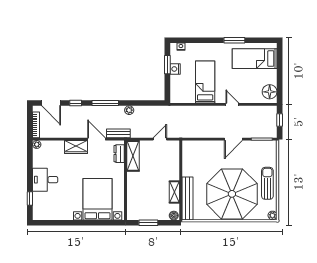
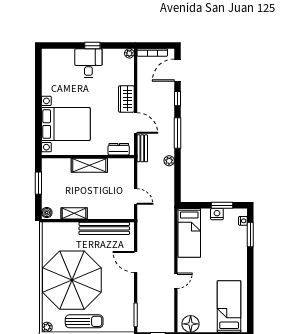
window: (234, 40) -> (250, 234), moved
bed: (205, 82) -> (189, 233), moved, turned 90
door: (97, 139) -> (136, 123), hinge flipped
door: (233, 139) -> (136, 262), moved
shelving: (133, 156) -> (89, 165), moved
window: (30, 198) -> (92, 46), moved
bench: (187, 198) -> (104, 228), moved

